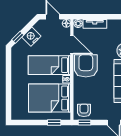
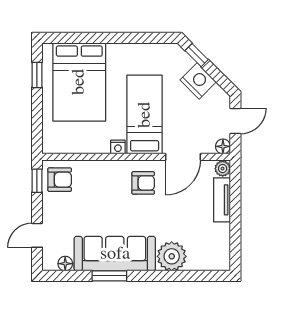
armchair: (86, 66) -> (143, 183), width x0.53, depth x0.53
bed: (49, 98) -> (79, 82), moved, turned 180
window: (54, 122) -> (37, 75), moved

